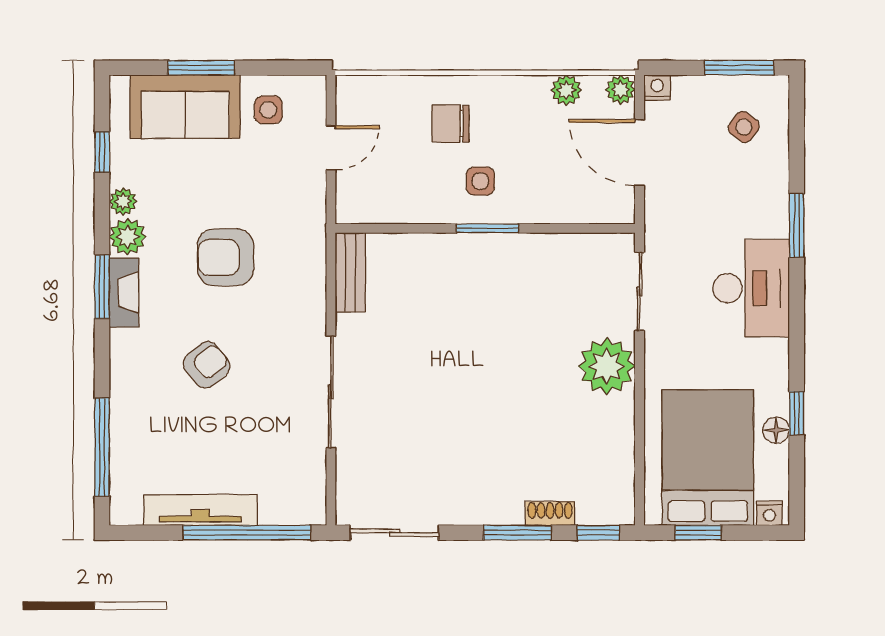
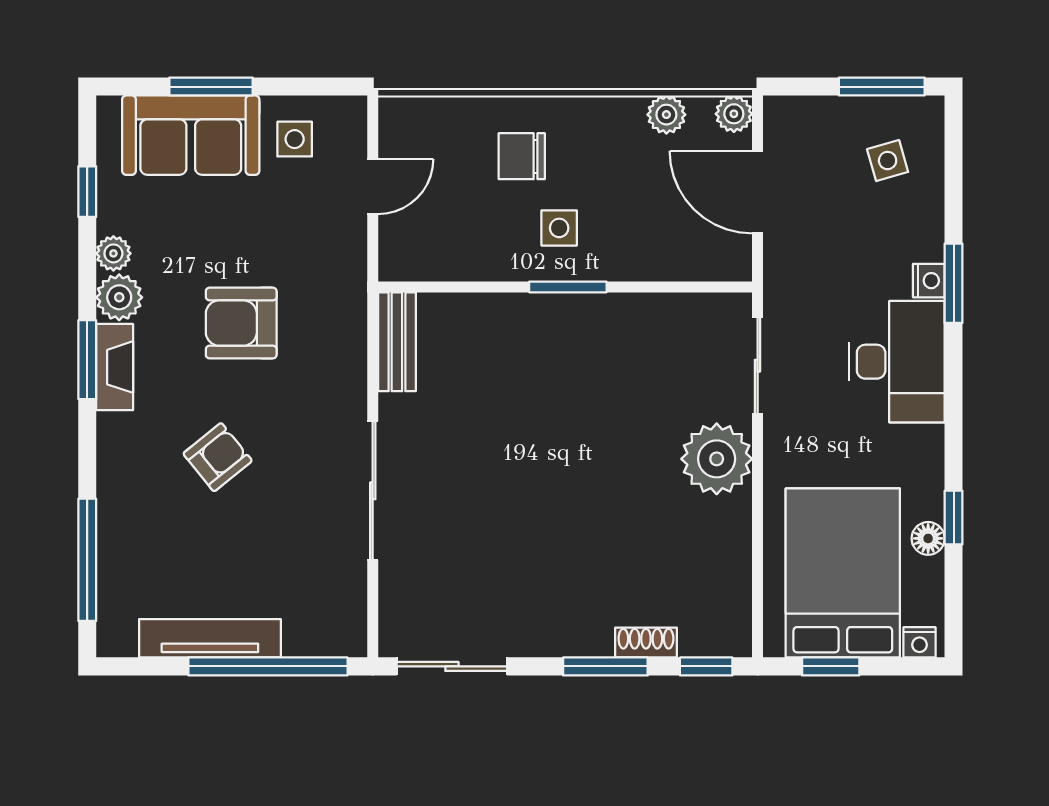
nightstand: (657, 88) -> (929, 281), moved, turned 90
side table: (744, 127) -> (888, 161), turned 37

